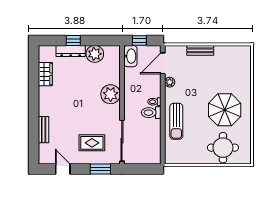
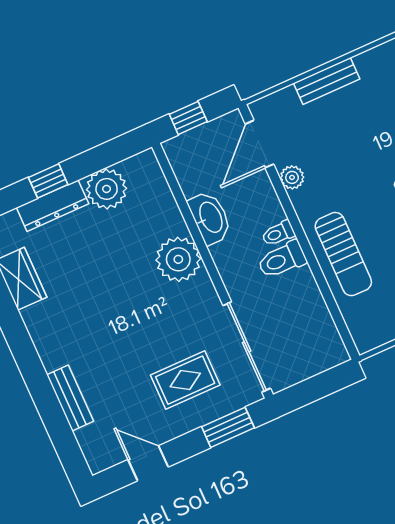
washbasin: (130, 56) -> (210, 218), moved

